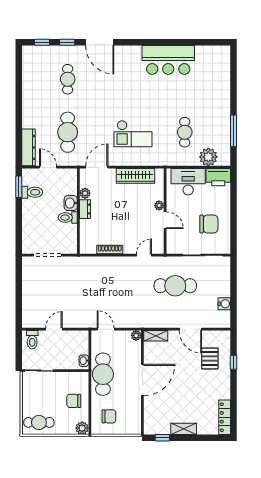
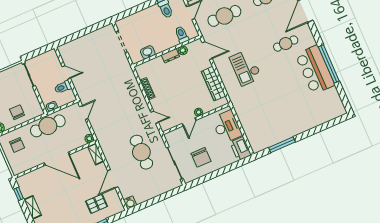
window: (168, 42) -> (329, 64), added
cafe table: (185, 132) -> (286, 44), moved
plant: (208, 157) -> (253, 134), removed
washbasin: (71, 203) -> (148, 52), moved
toilet: (68, 218) -> (182, 35), moved
water cooler: (224, 304) -> (130, 203), moved
toilet: (32, 340) -> (63, 87), moved

